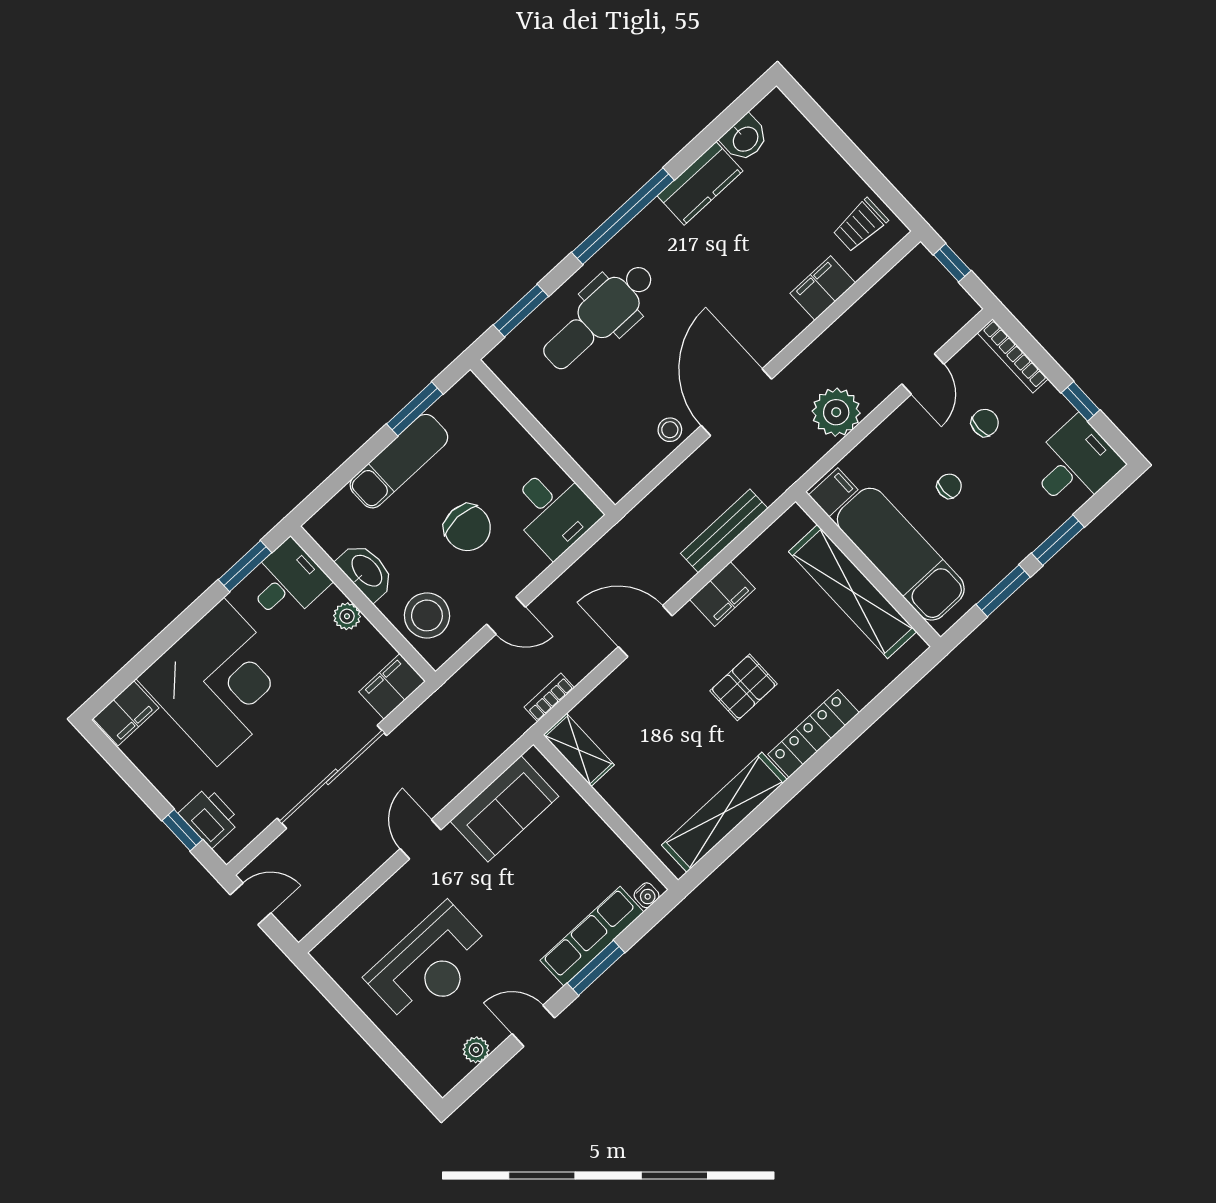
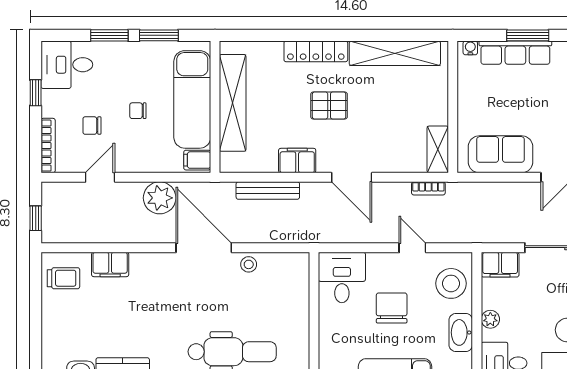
door: (736, 402) -> (204, 248), swing flipped

